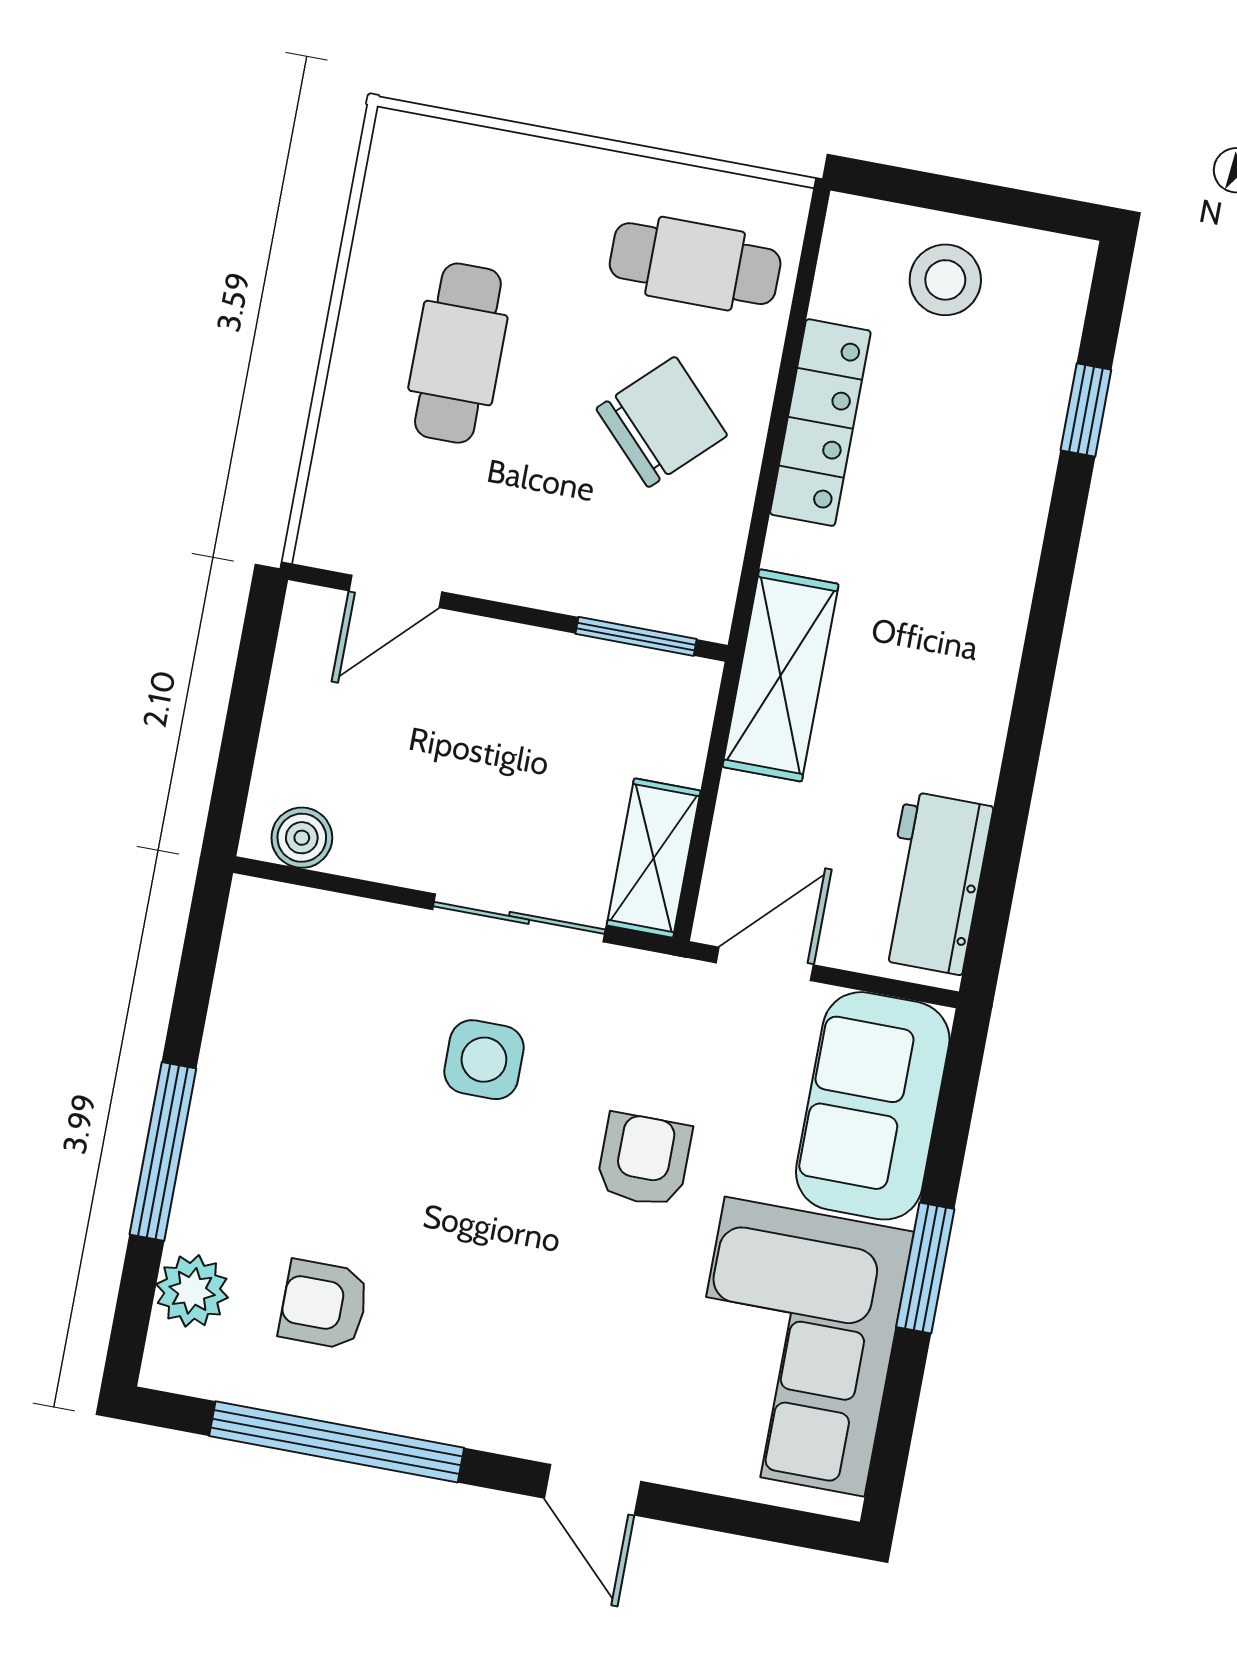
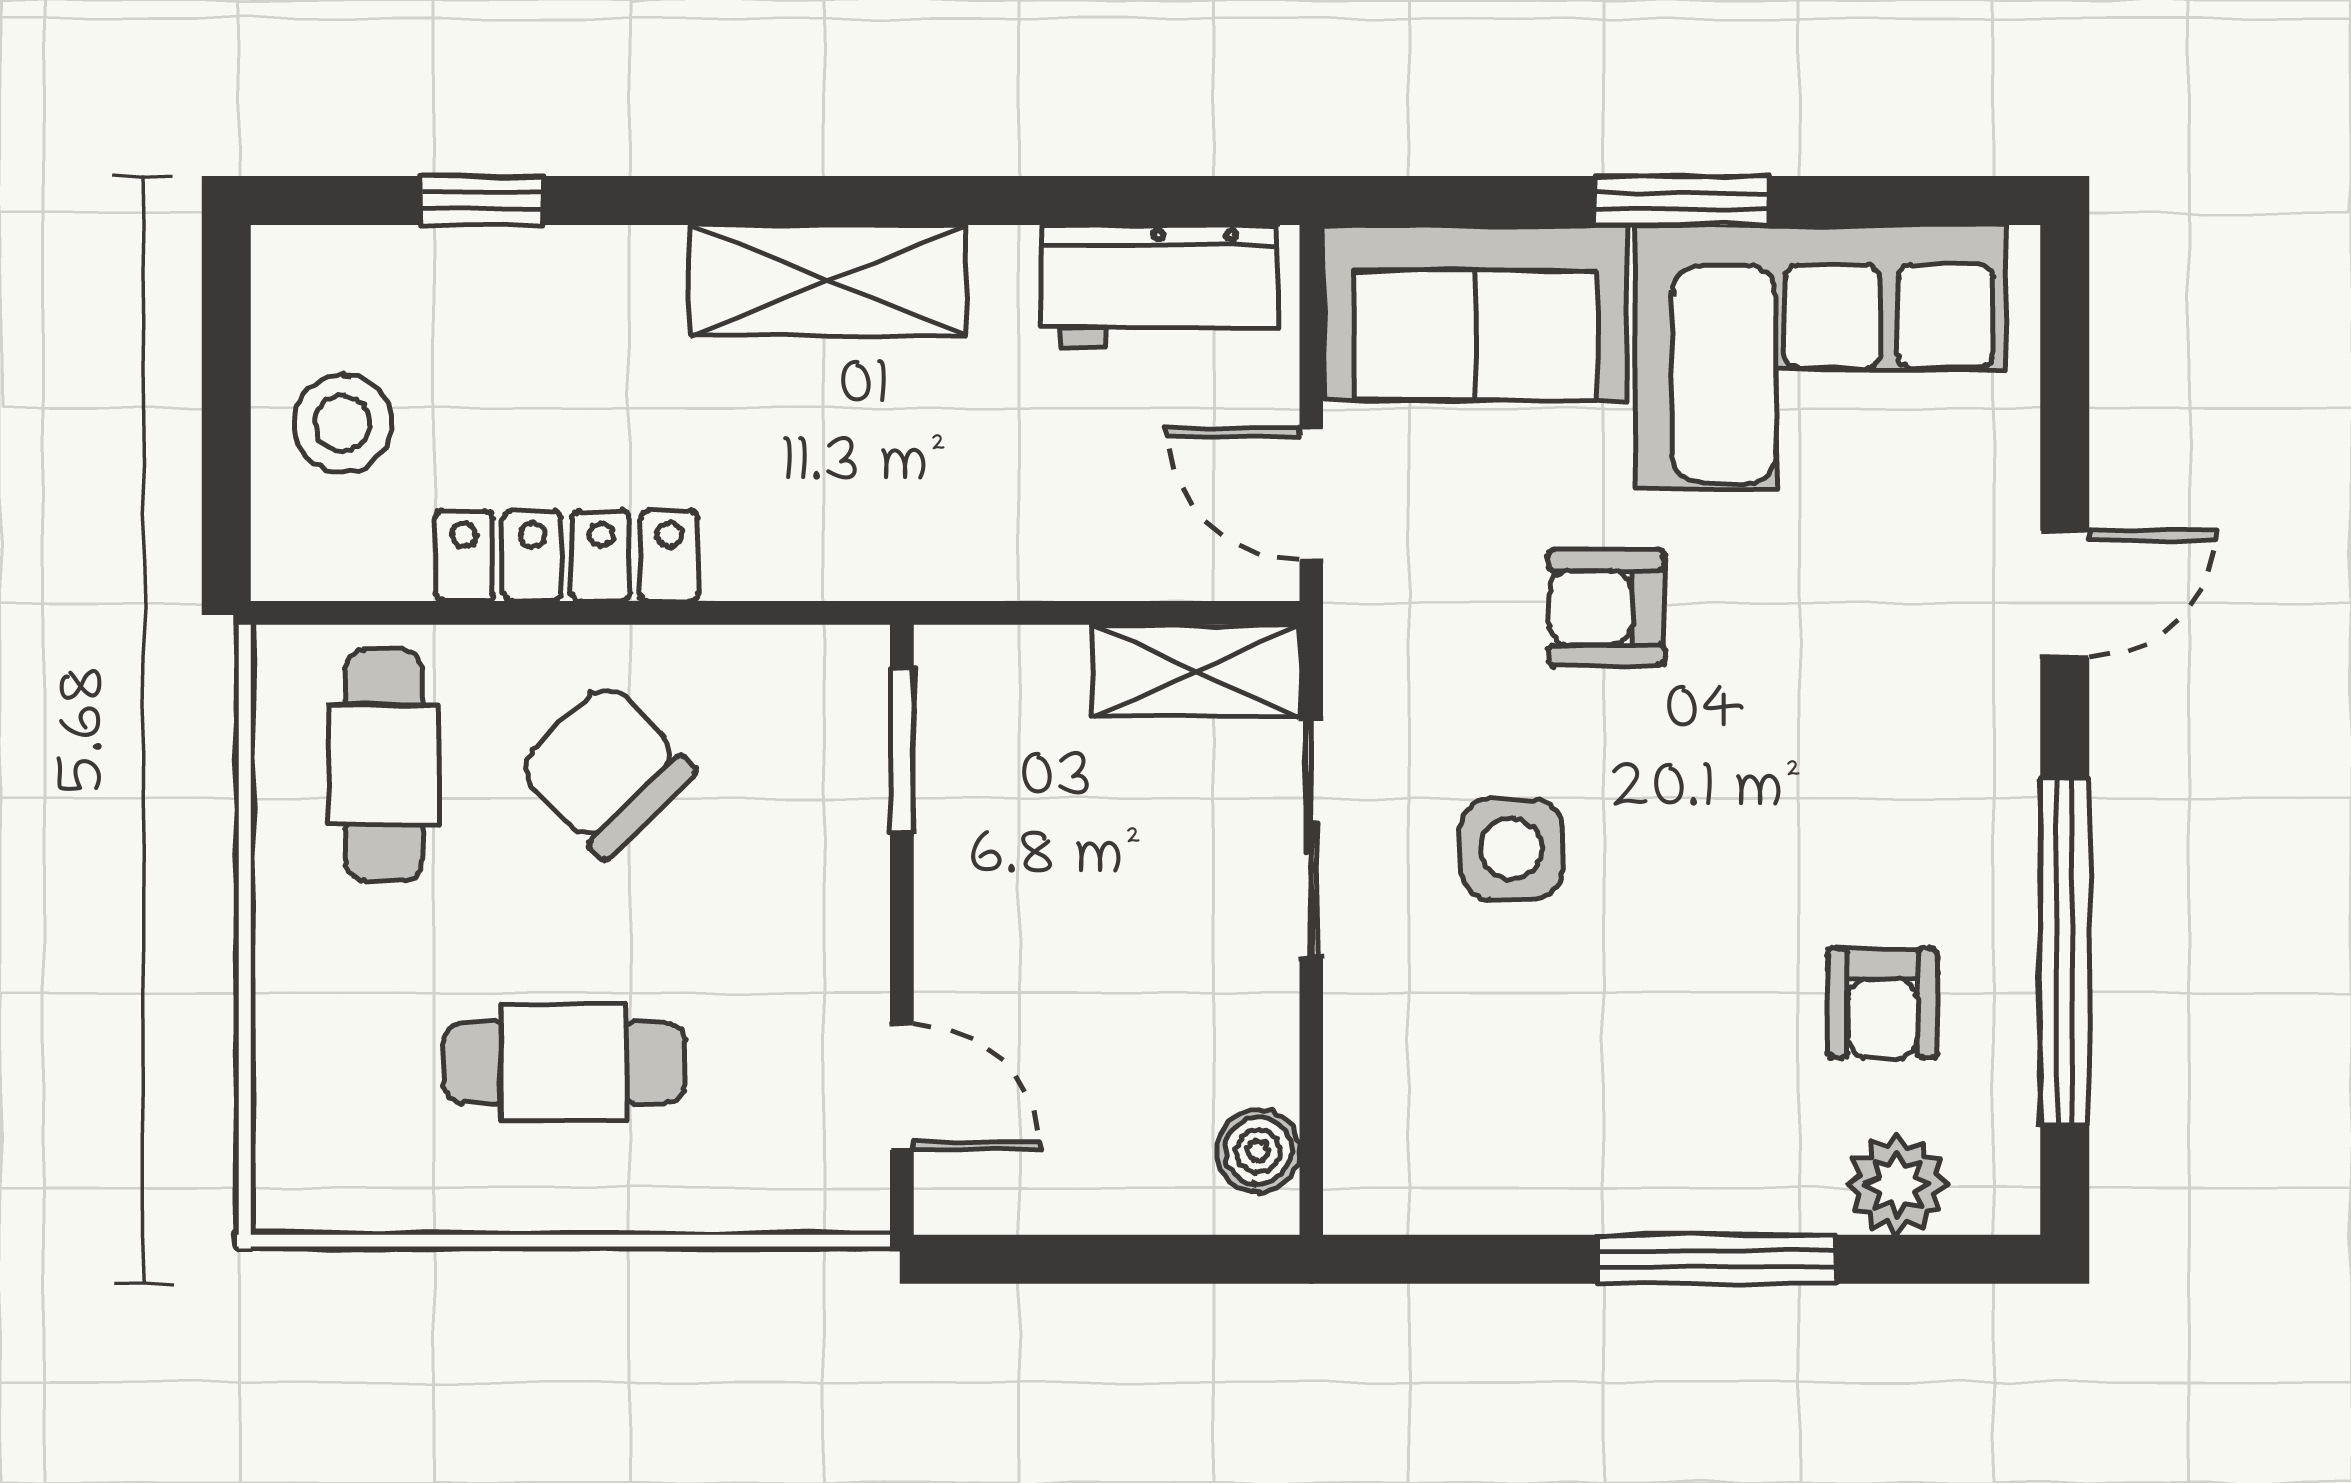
shelving: (780, 675) -> (828, 280), moved

